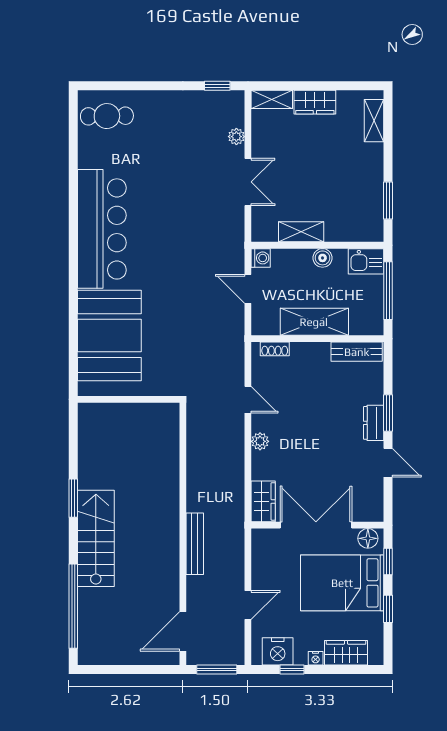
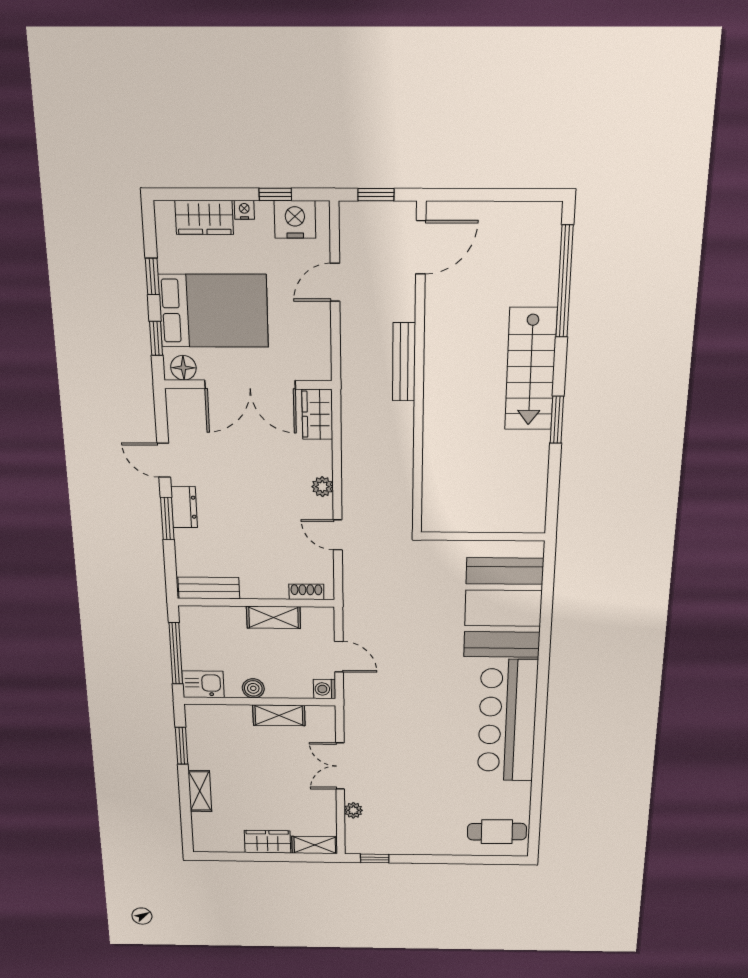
shelving: (374, 121) -> (200, 791), moved
shelving: (314, 322) -> (273, 617), width x0.67, depth x0.75
window: (217, 670) -> (376, 195), width x0.67

